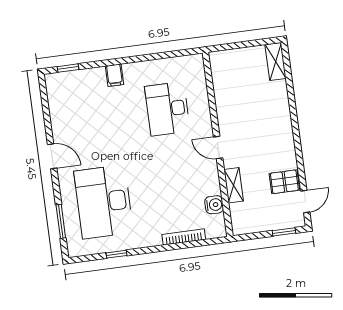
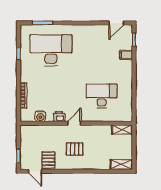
filing cabinet: (115, 75) -> (126, 55), moved
pallet: (260, 141) -> (75, 149), added
door: (52, 156) -> (116, 23), moved
printer: (210, 174) -> (59, 116), added
shelving: (234, 185) -> (122, 129), moved

